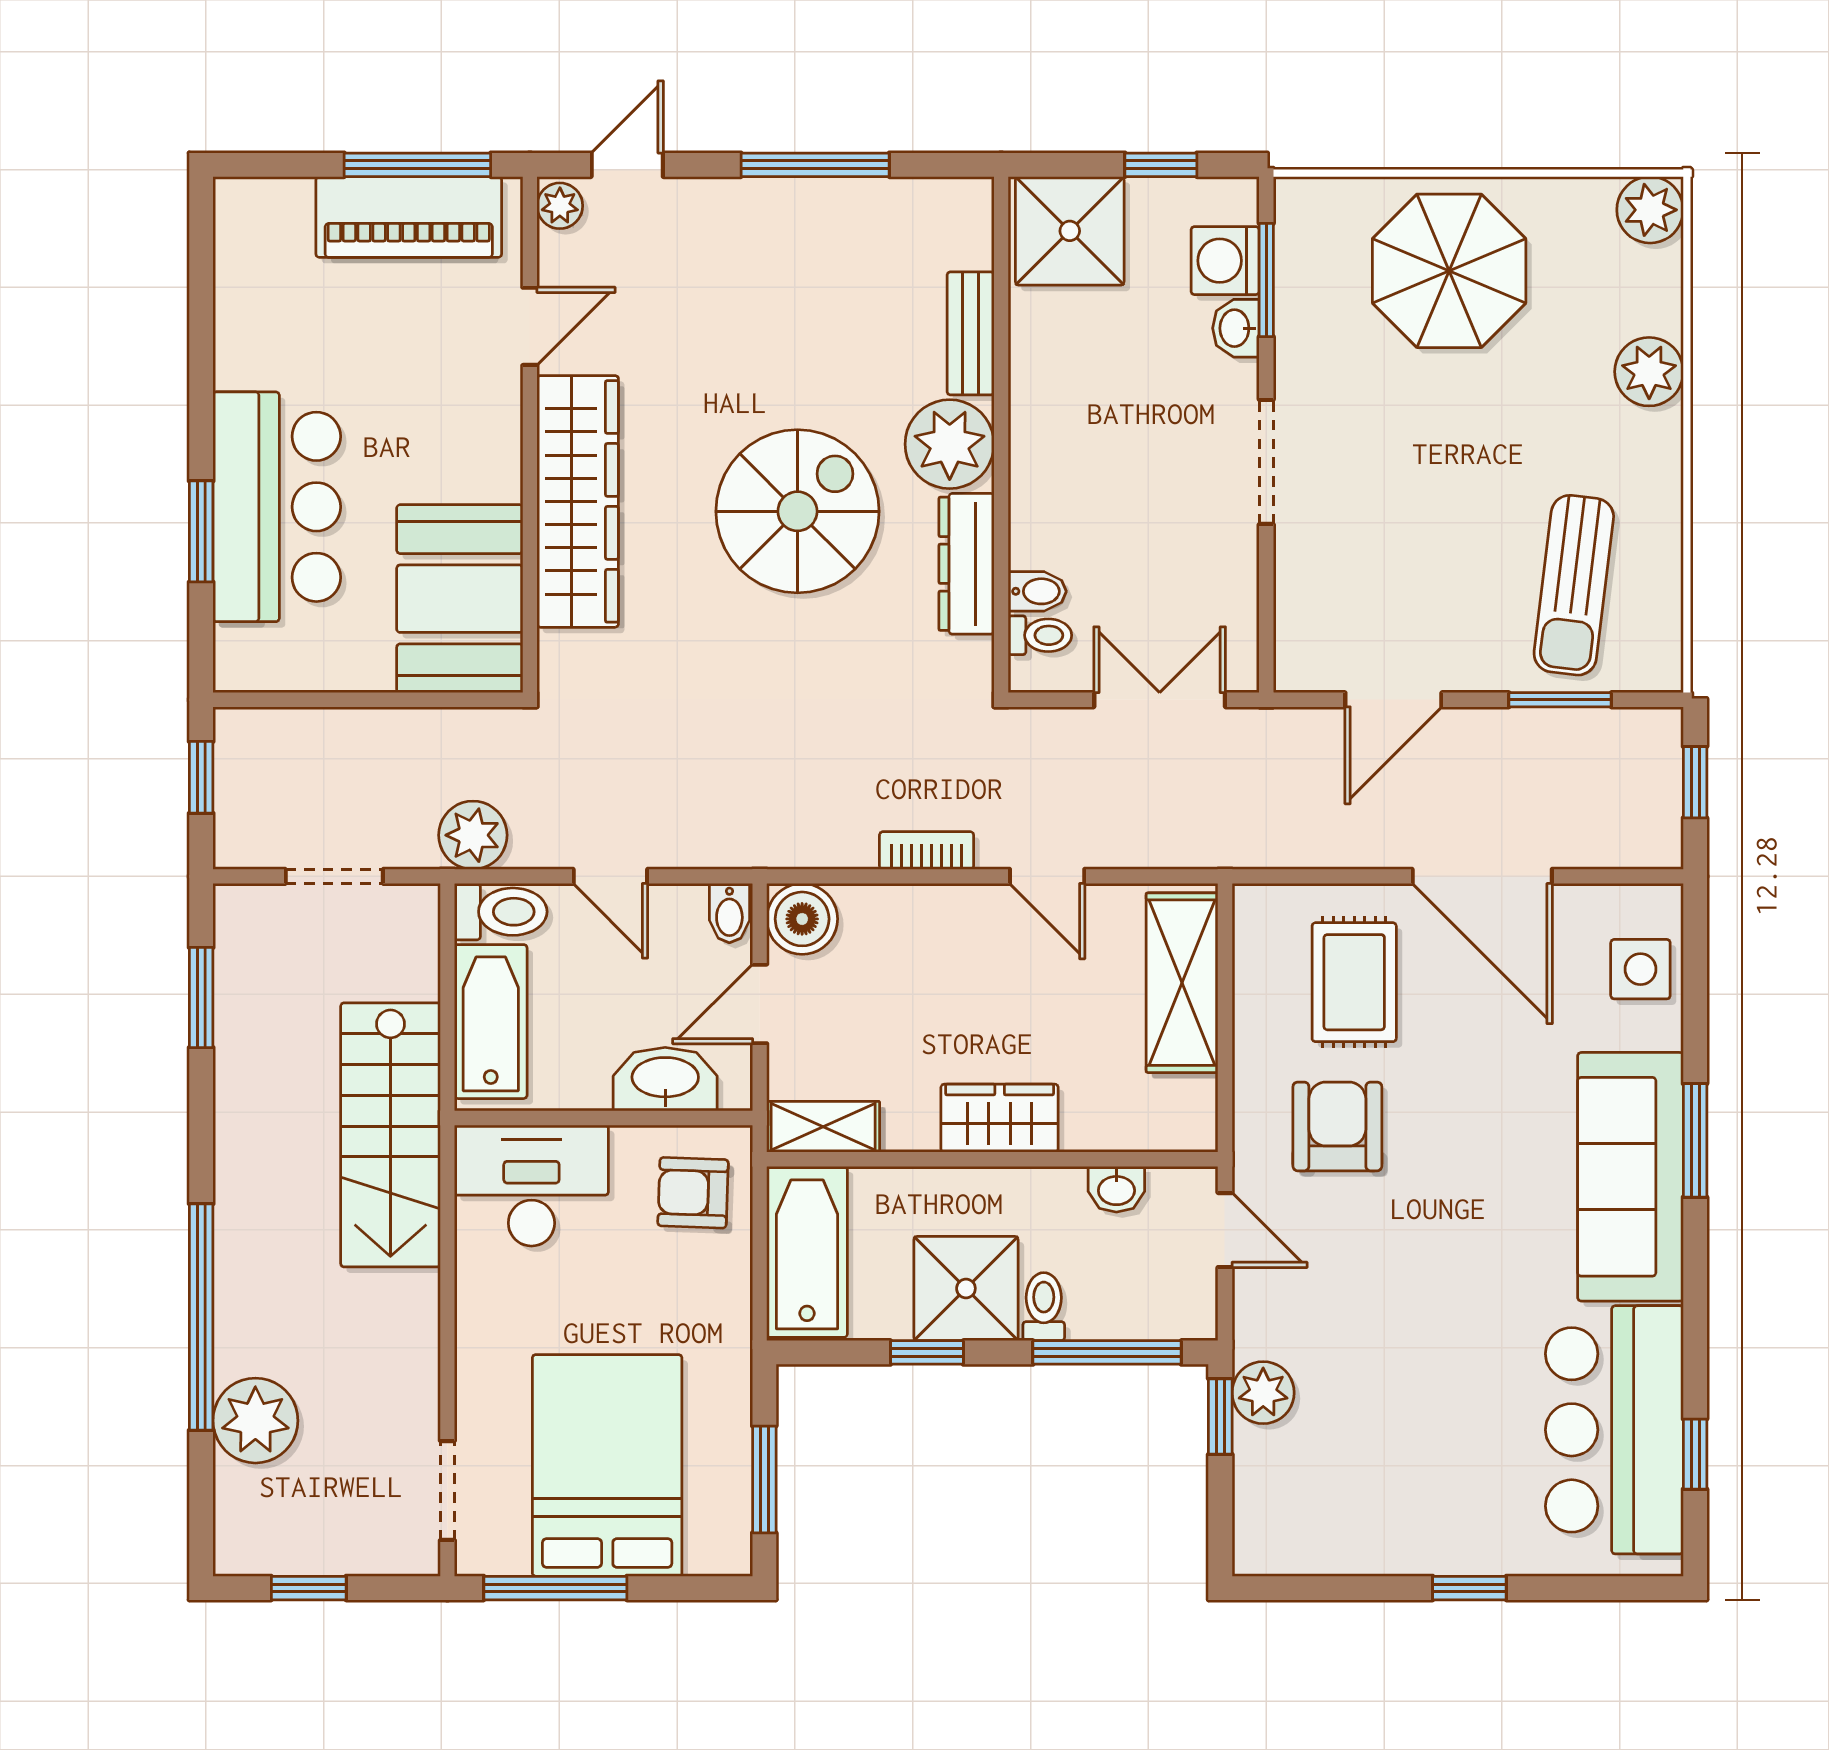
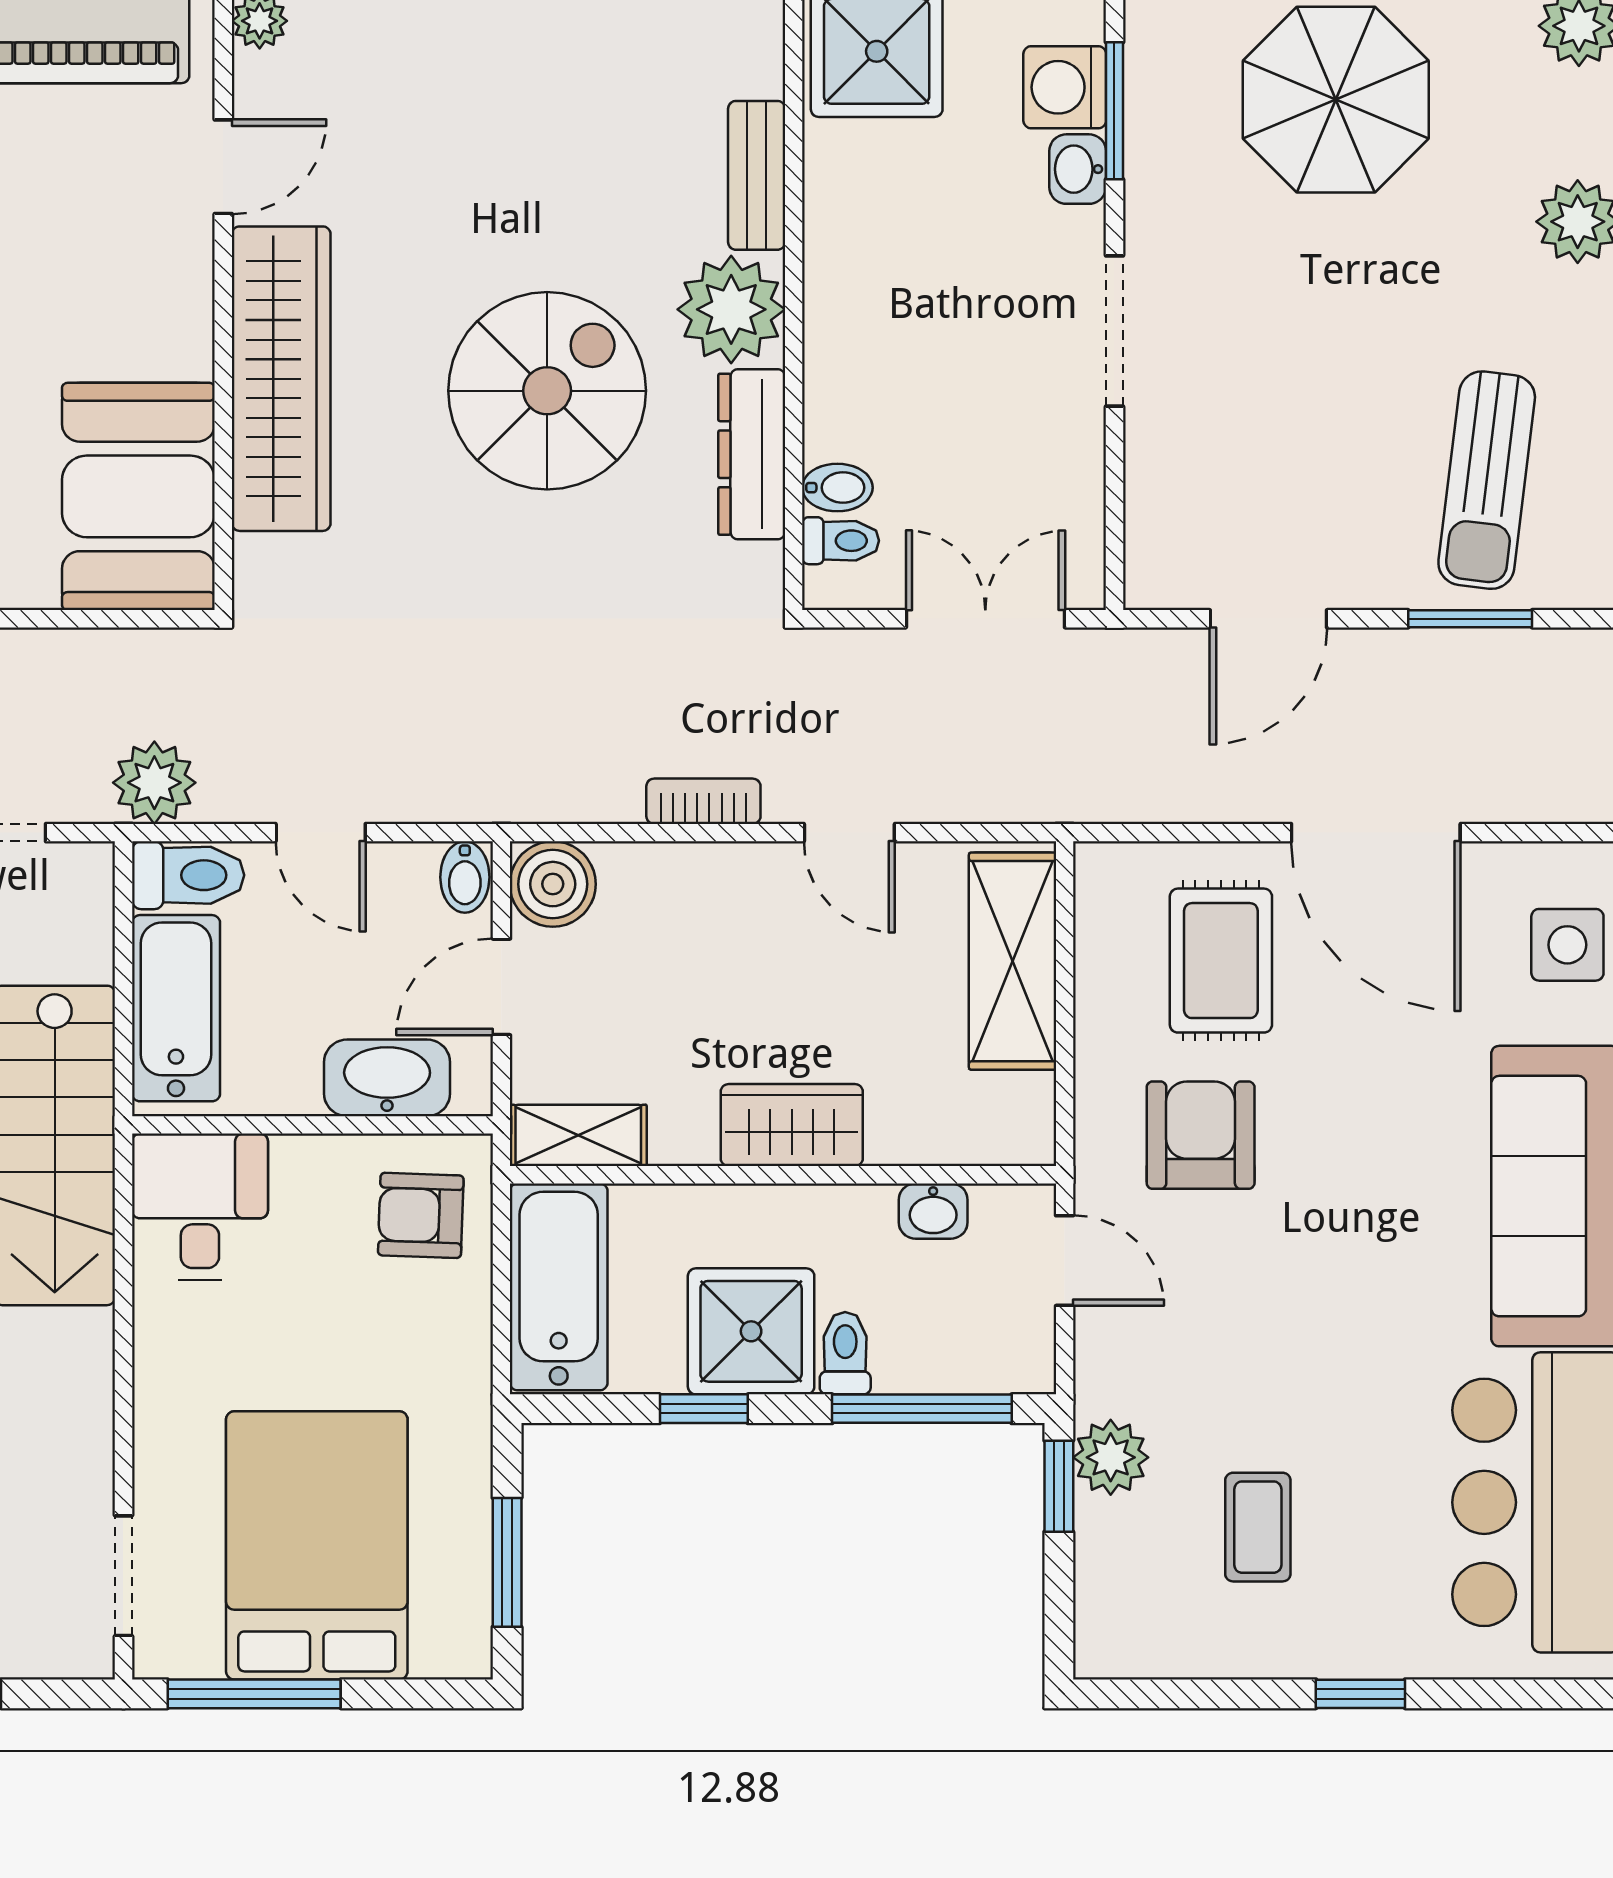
desk: (531, 1186) -> (200, 1207), width x0.73
coffee table: (1385, 1450) -> (1258, 1527), added

